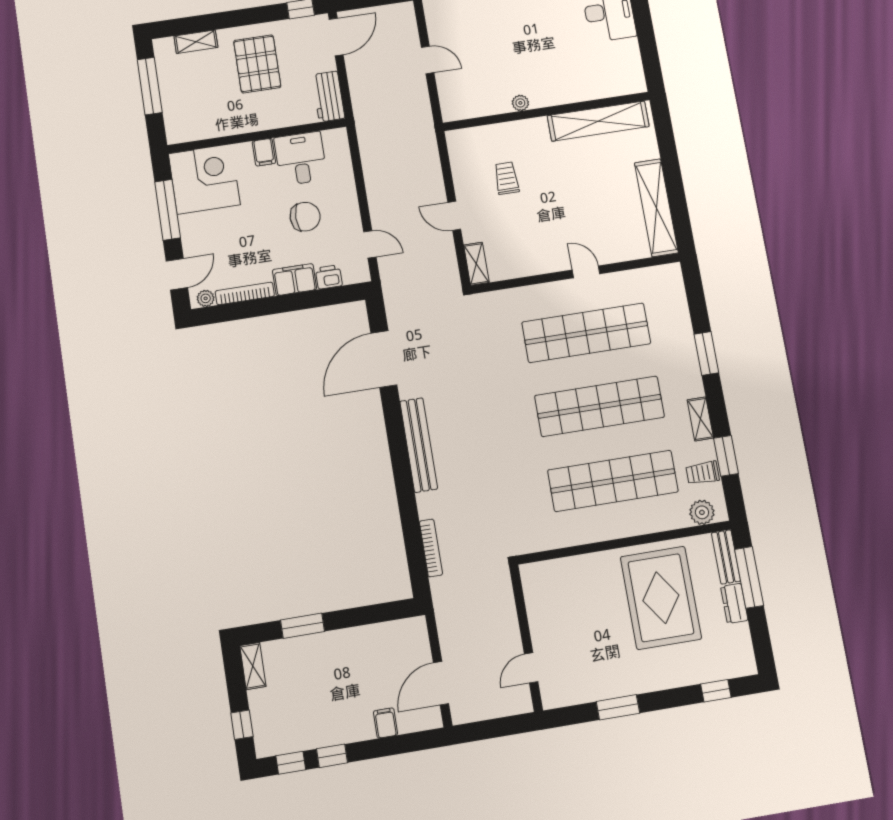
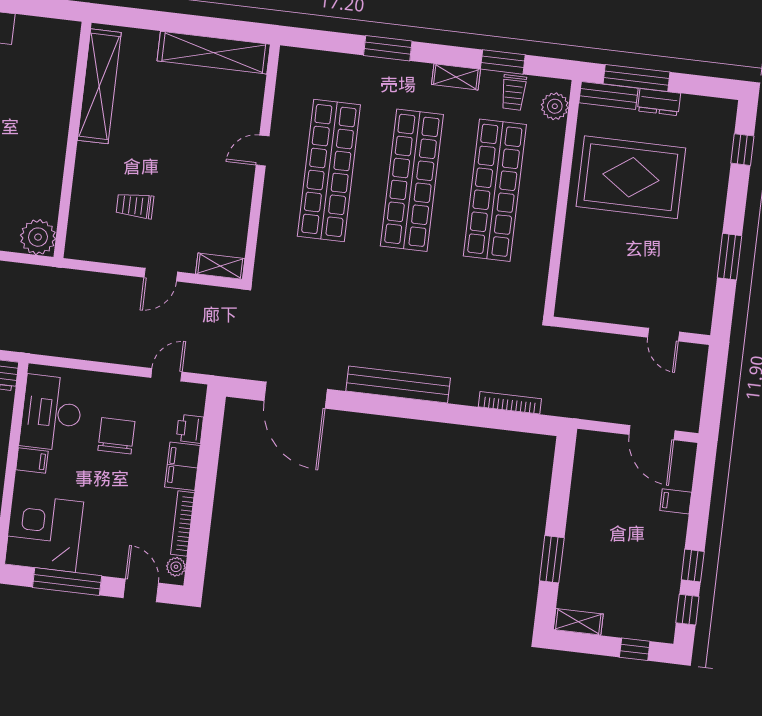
plant: (520, 103) -> (38, 237), moved, width x1.88, depth x1.88
desk: (301, 158) -> (51, 413), width x1.37

